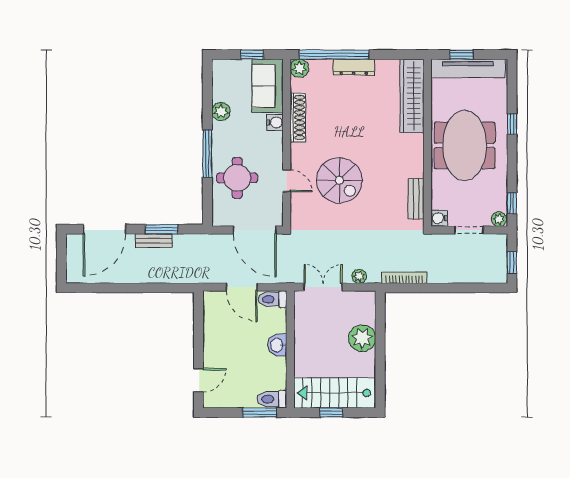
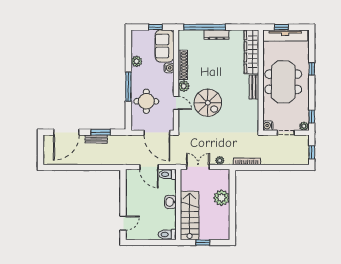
plant: (299, 68) -> (184, 86), moved
bench: (416, 199) -> (254, 87), moved
stairs: (334, 393) -> (190, 215), moved, turned 90
window: (260, 413) -> (160, 243), removed

